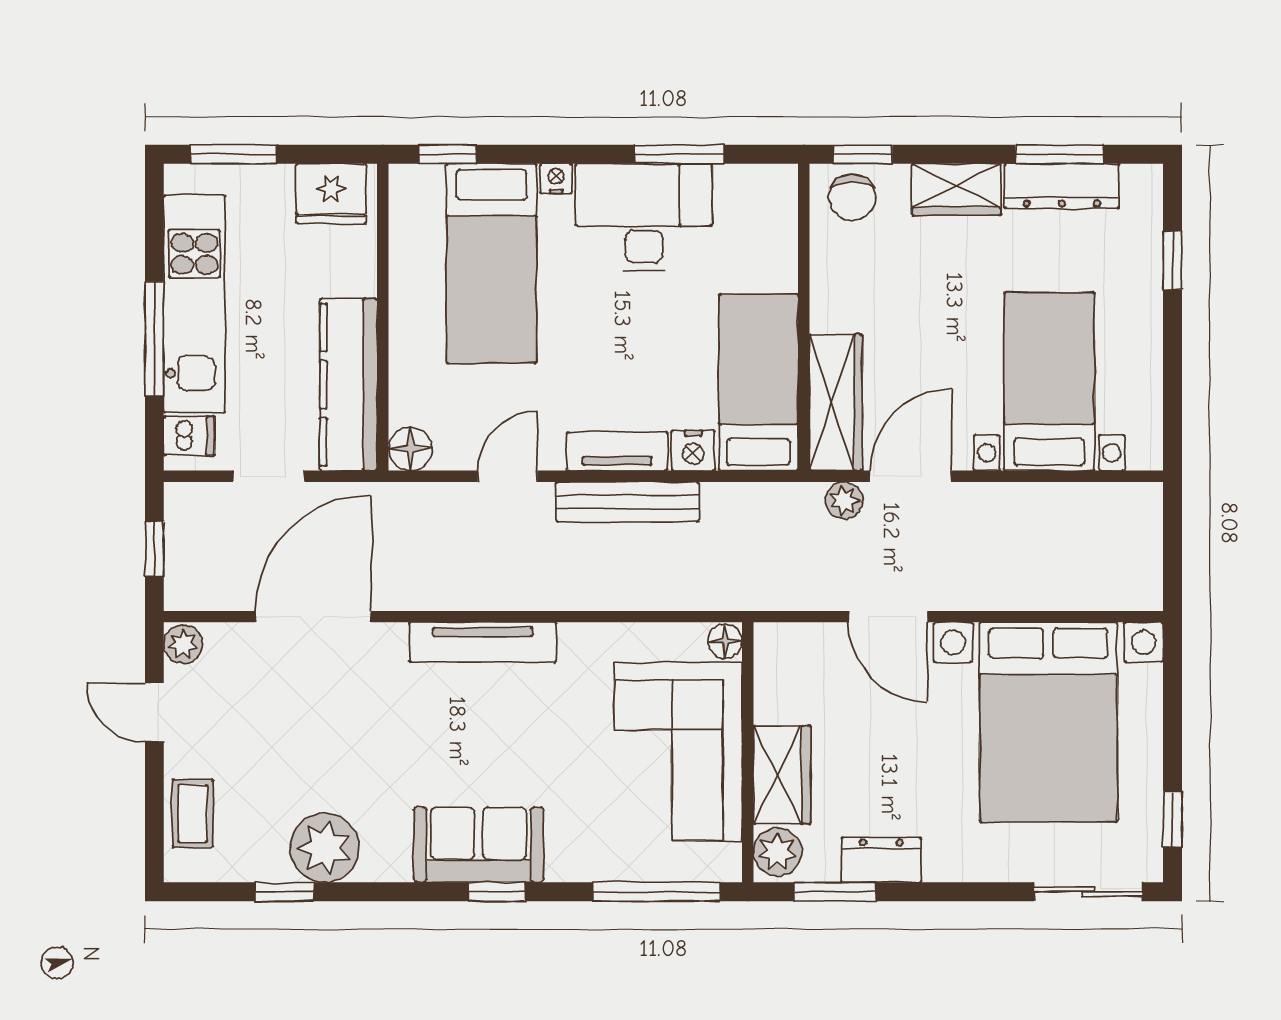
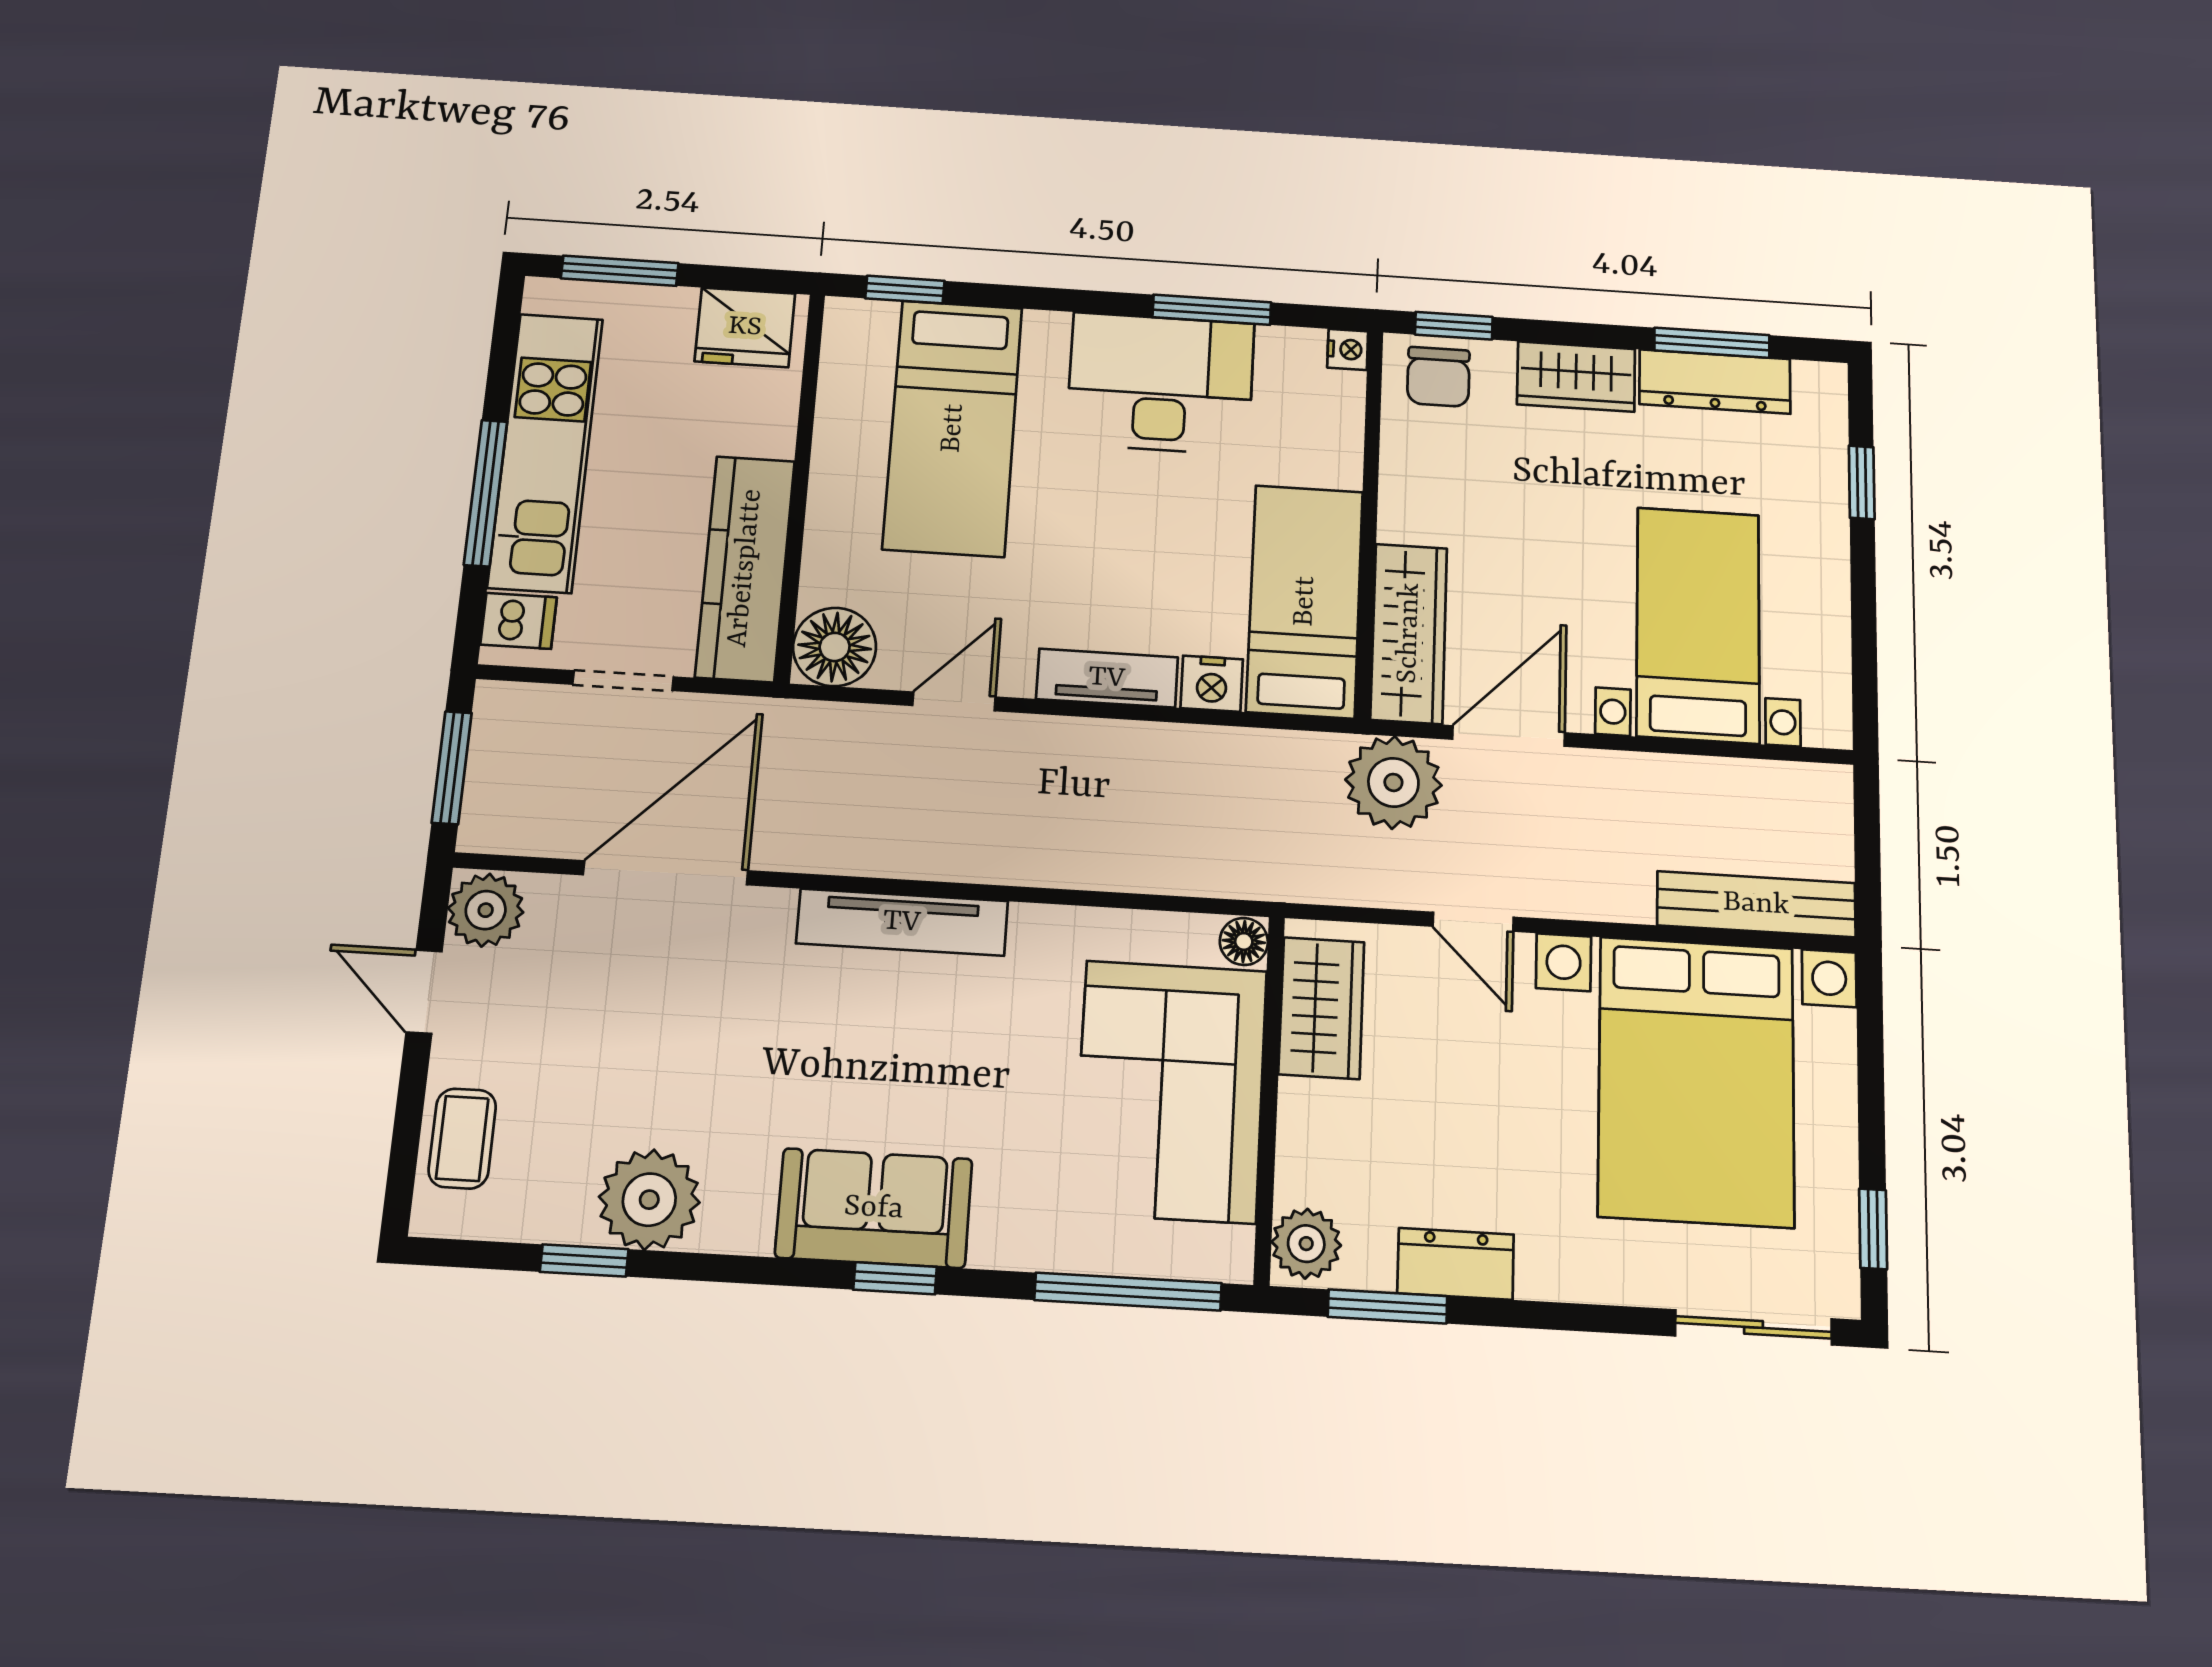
nightstand: (556, 179) -> (1348, 349), moved, turned 90
floor lamp: (410, 449) -> (835, 647), width x1.38, depth x1.38
plant: (844, 501) -> (1393, 782), width x1.88, depth x1.88
bench: (627, 502) -> (1756, 904), moved
window: (154, 549) -> (452, 768), width x1.50
door: (888, 617) -> (1473, 922), width x0.73
plant: (183, 644) -> (486, 910), width x1.38, depth x1.38
wardrobe: (782, 775) -> (1321, 1008), moved

